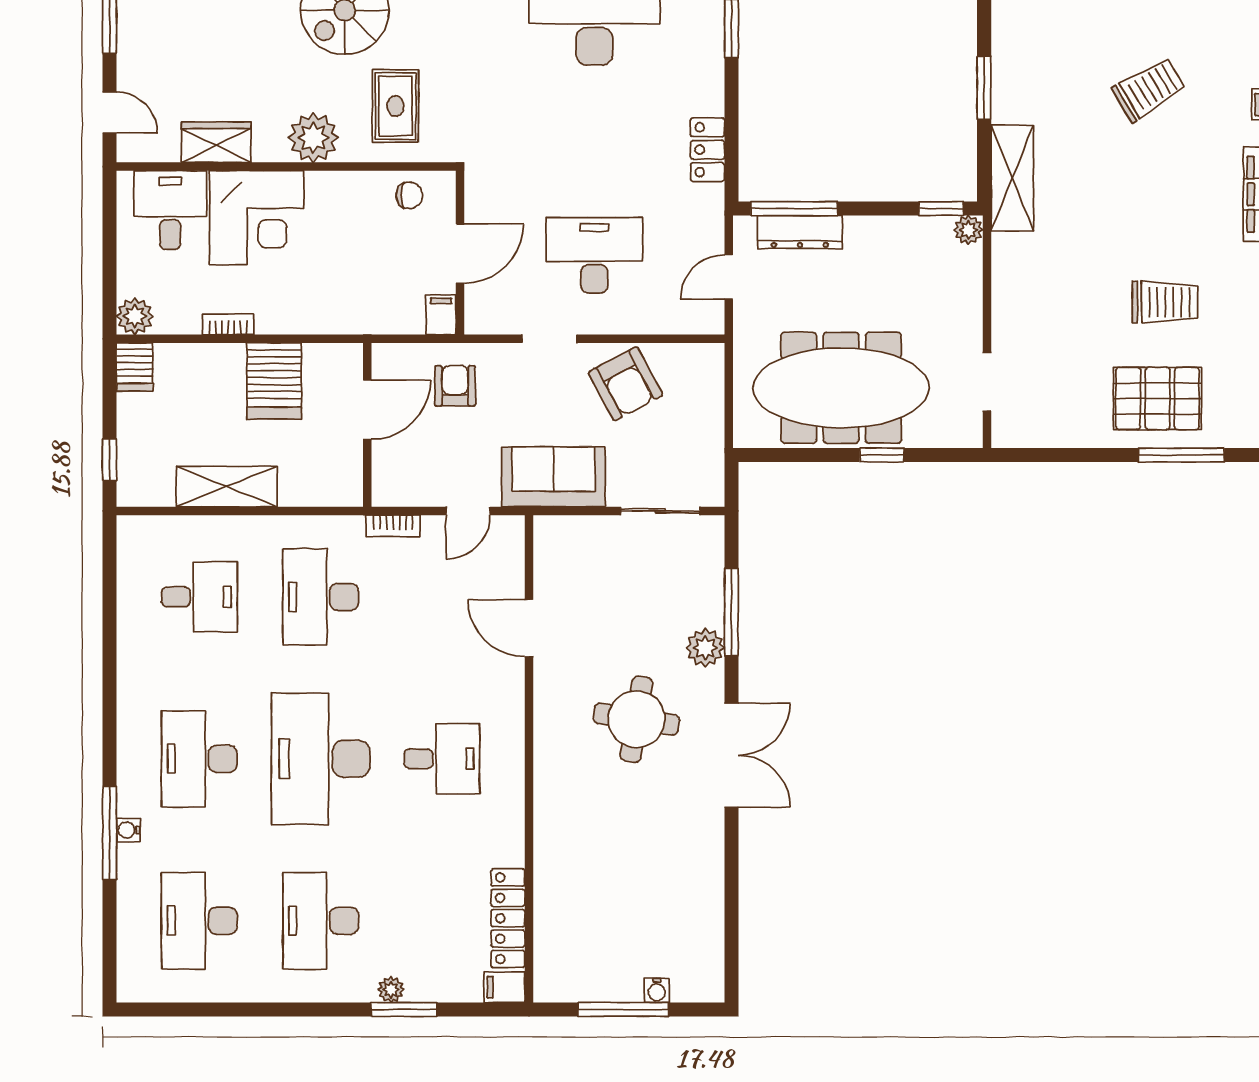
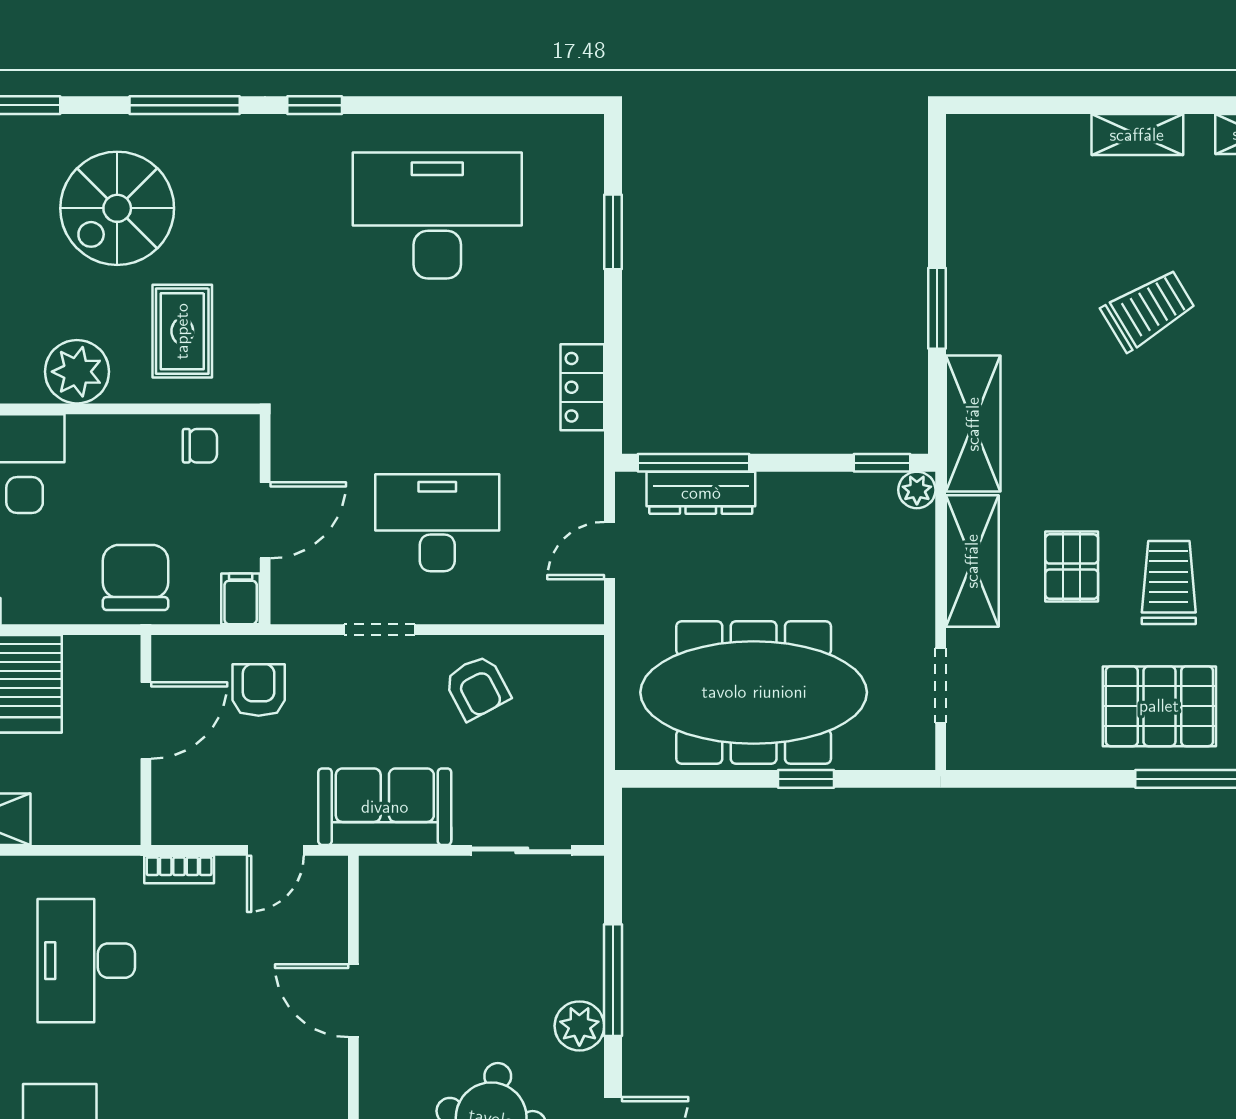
shelving: (1012, 285) -> (972, 561), added
pallet: (1089, 290) -> (1072, 567), added
chair: (359, 298) -> (135, 577), added
trolley: (1165, 302) -> (1169, 583), turned -90
armchair: (625, 384) -> (477, 687), width x0.72, depth x0.72

